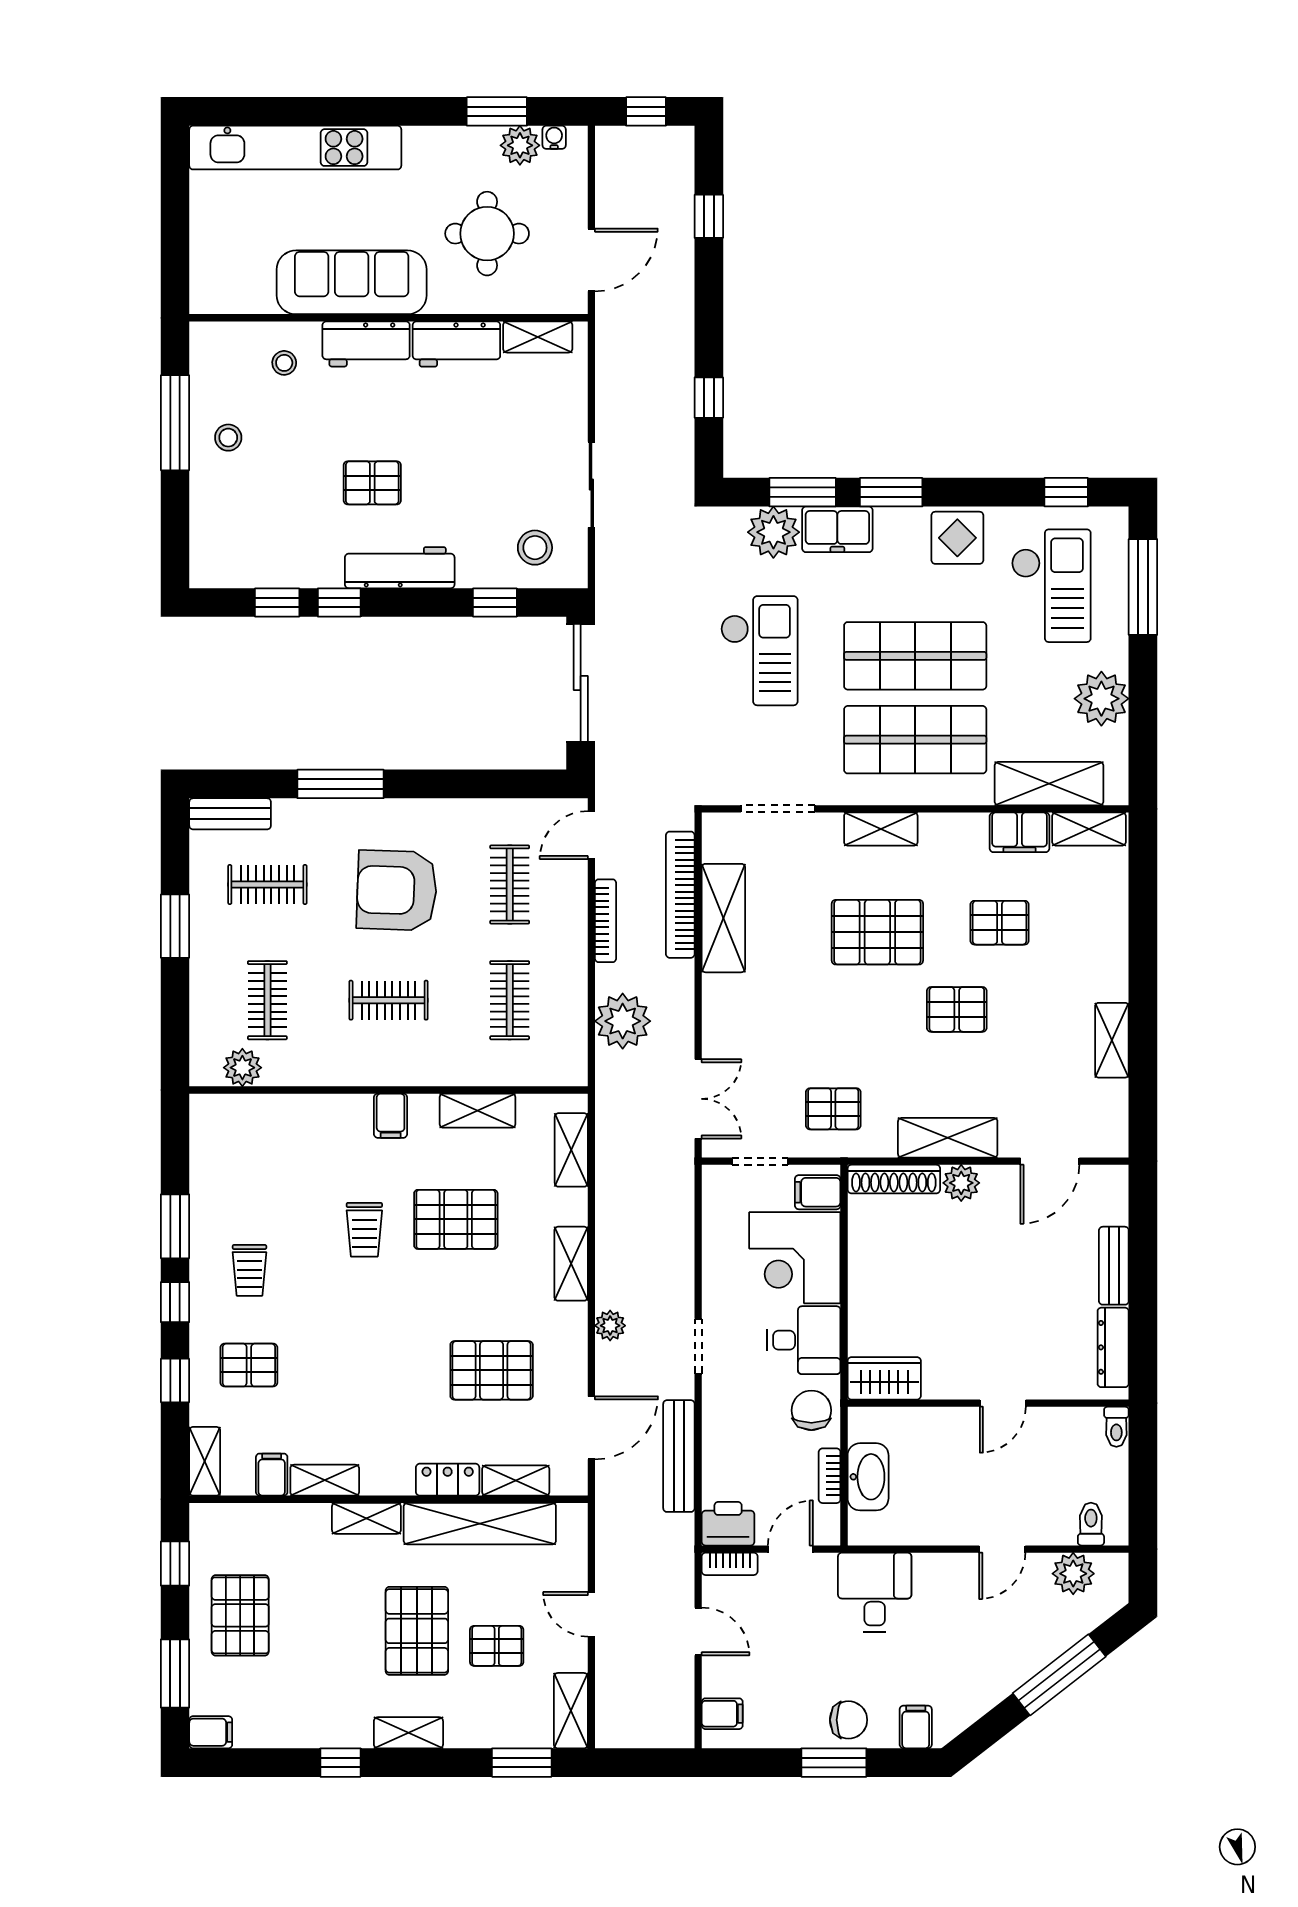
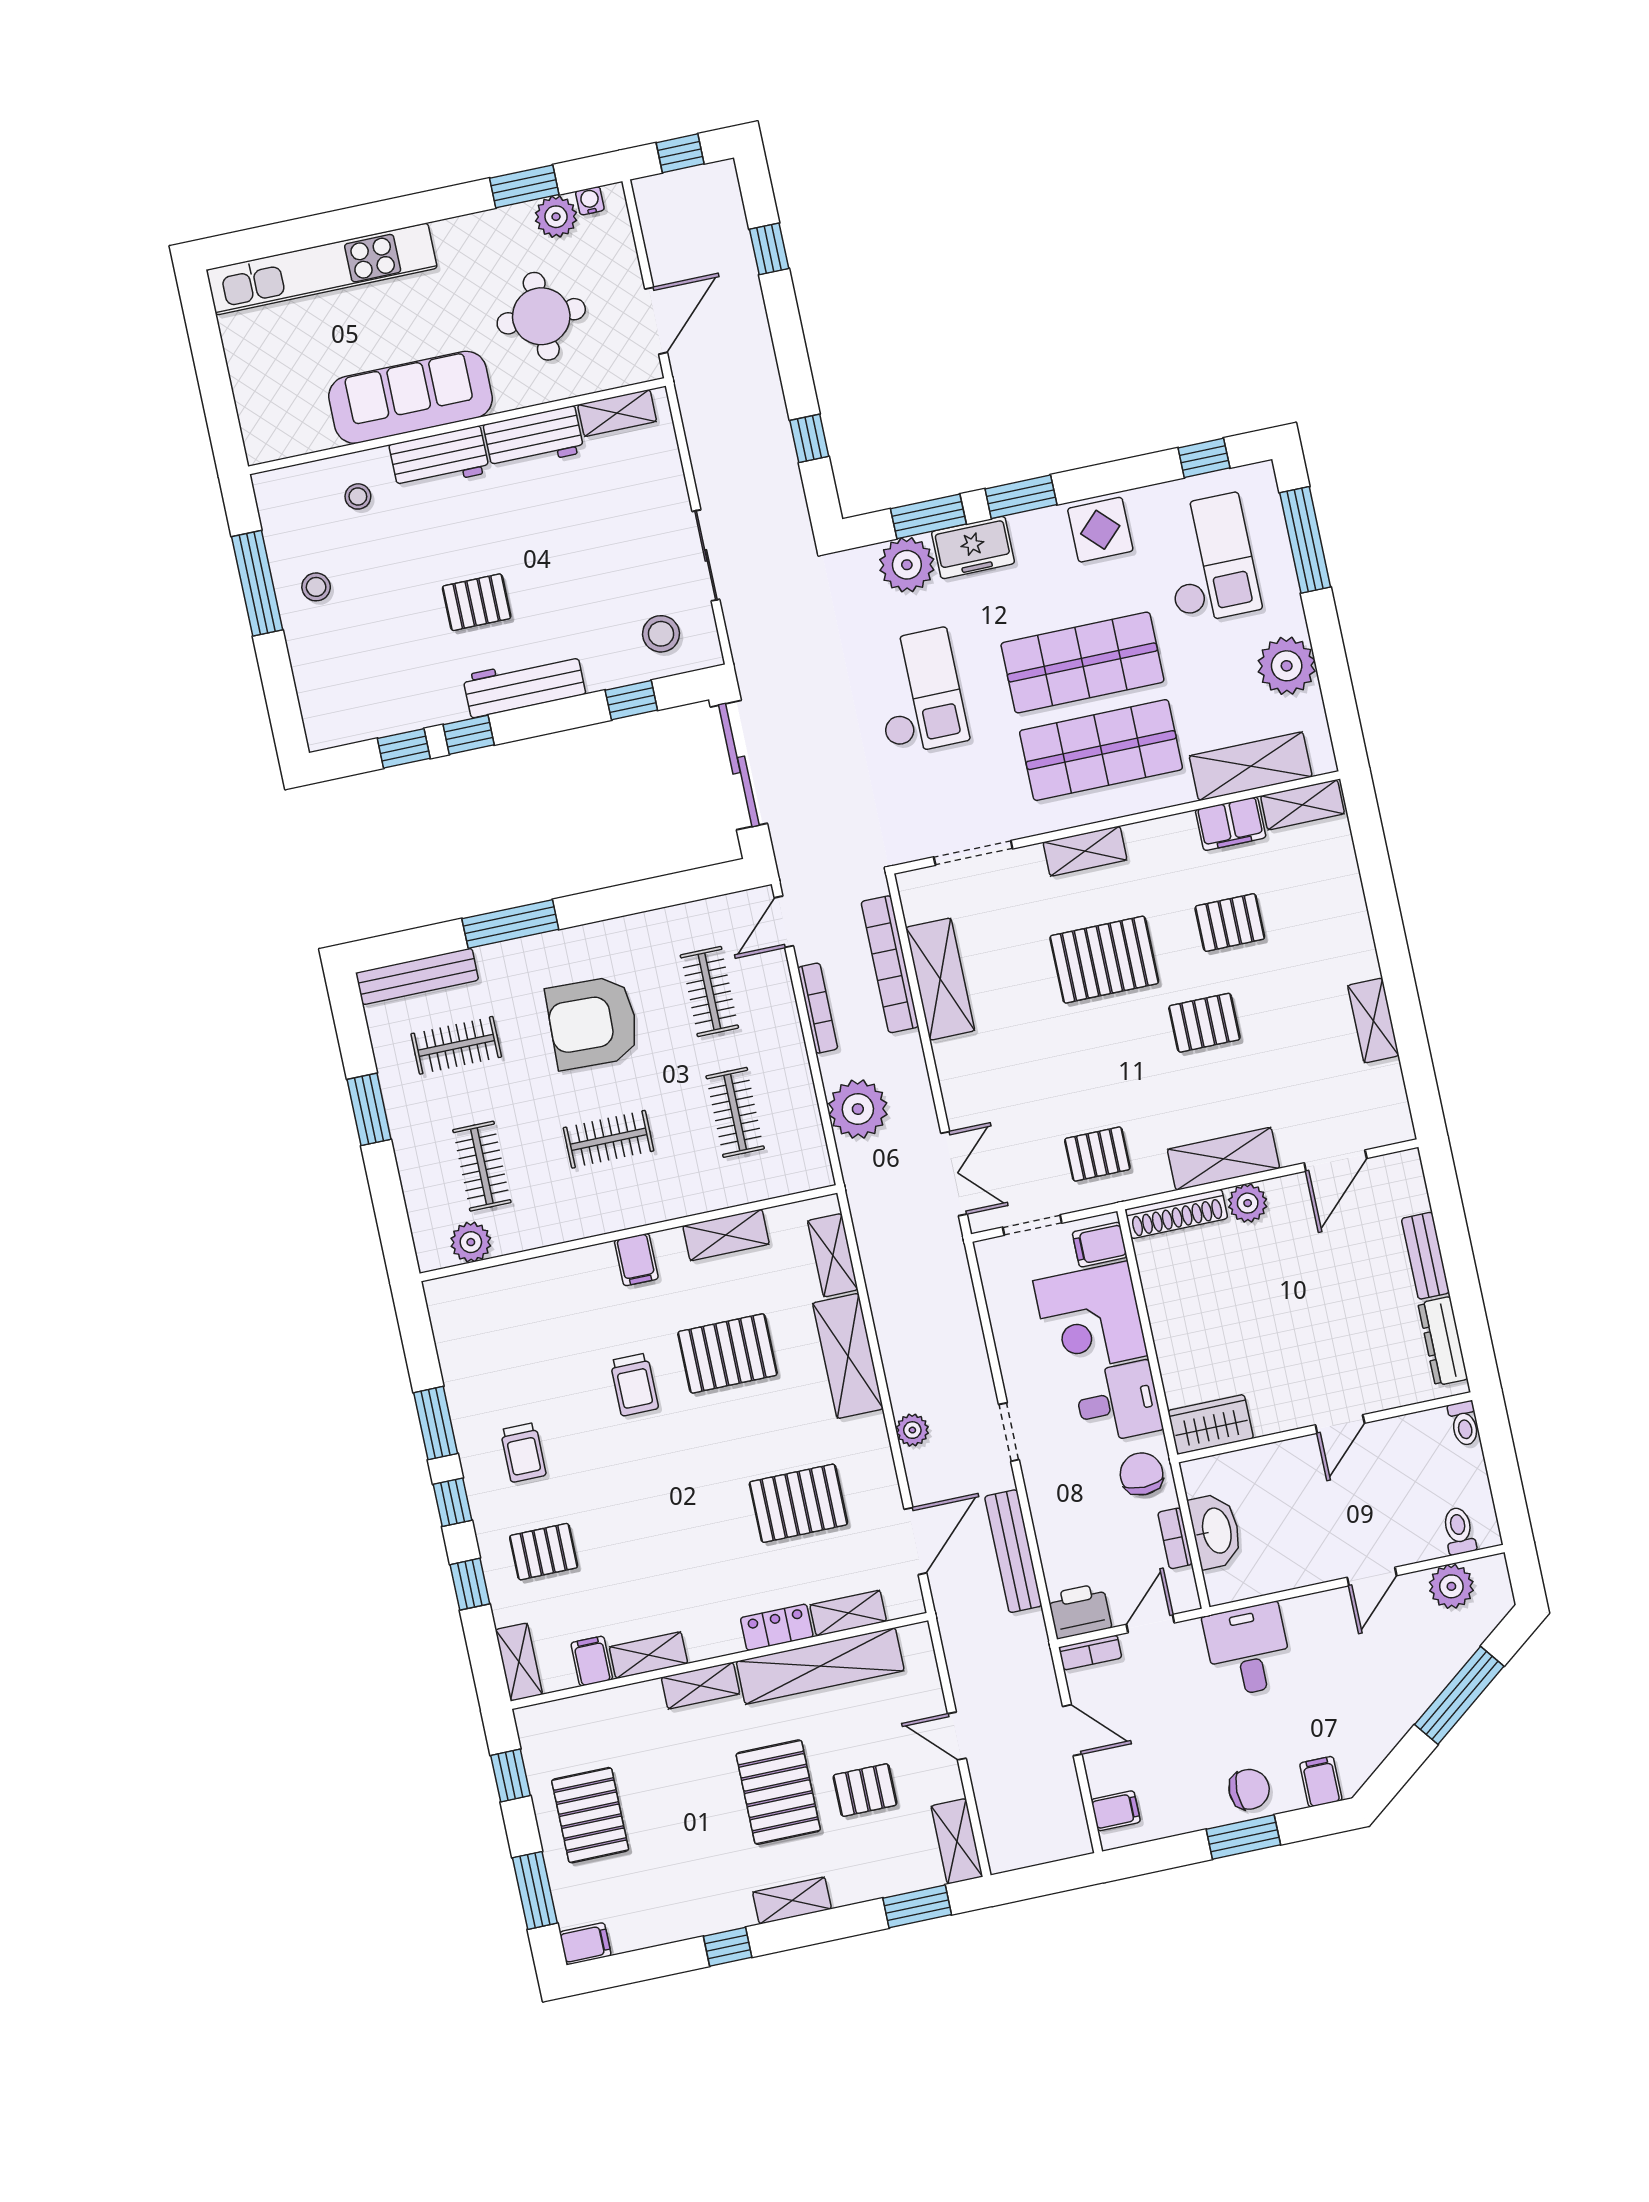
bench: (230, 814) -> (417, 976), width x1.36
shelving: (571, 1264) -> (848, 1356), width x1.50, depth x1.33

